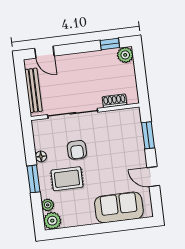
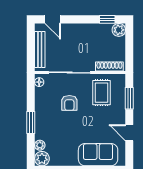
shoe rack: (114, 101) -> (109, 67), width x1.43
floor lamp: (41, 156) -> (39, 82), moved
rug: (67, 179) -> (101, 93), moved, turned 90

